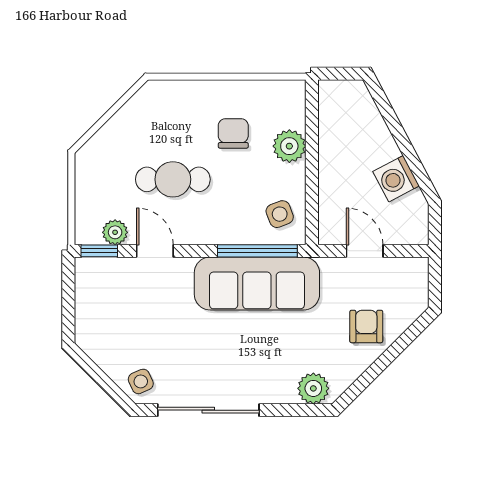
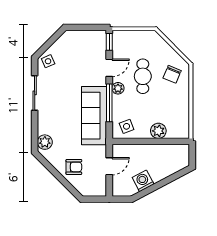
chair: (233, 133) -> (172, 74), moved, turned 113
plant: (115, 232) -> (118, 88), moved
window: (257, 251) -> (109, 103), moved
sliding door: (208, 410) -> (35, 93), width x0.73

